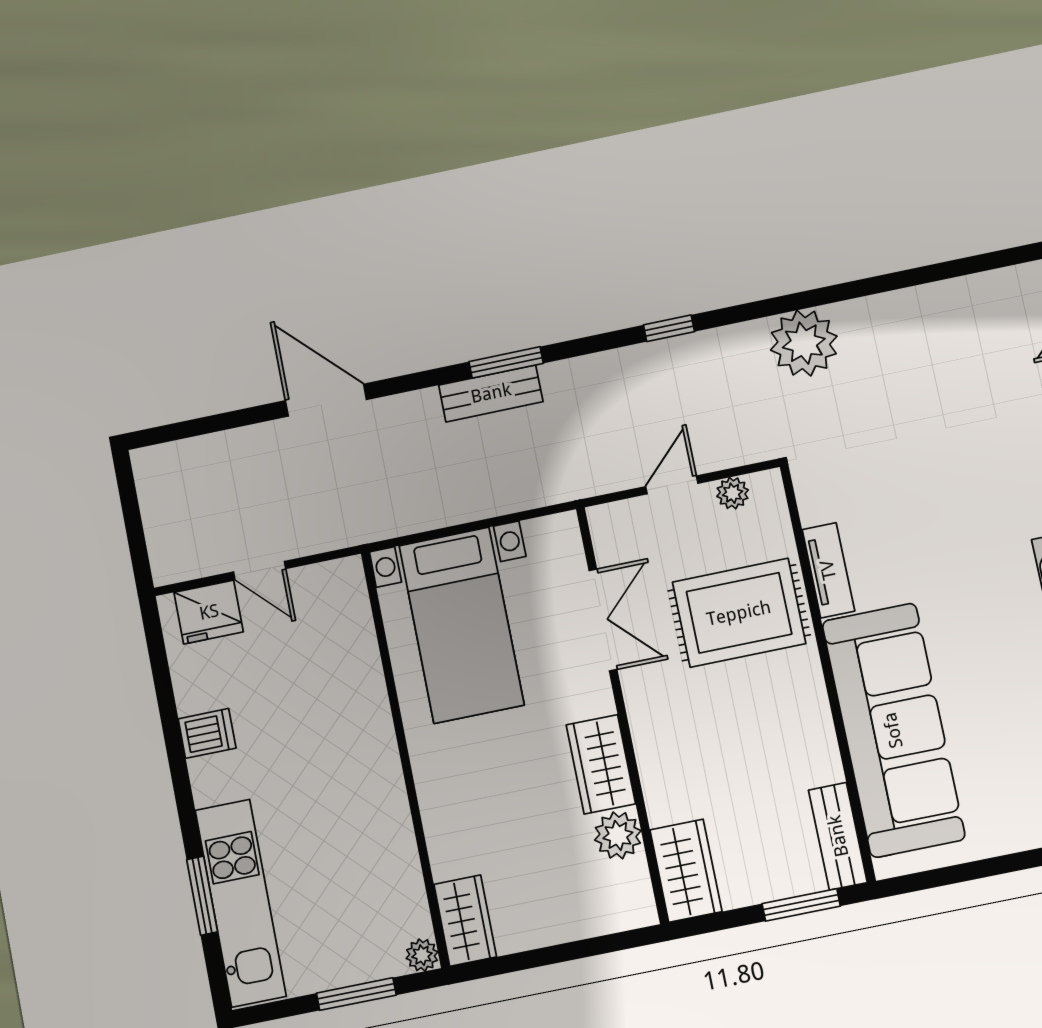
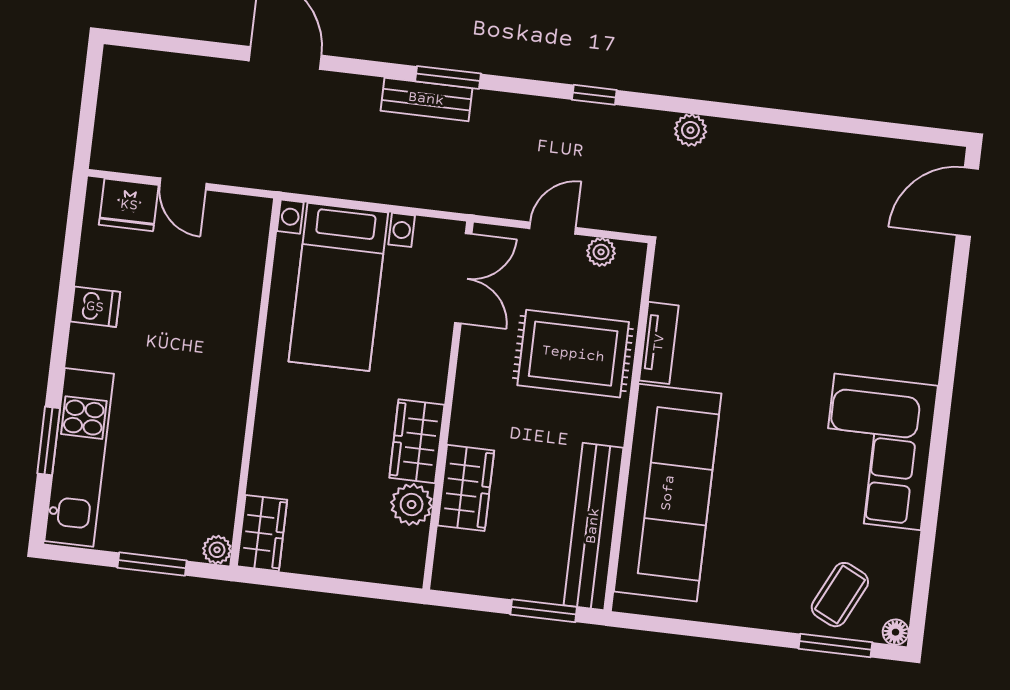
plant: (804, 343) -> (690, 130), width x0.53, depth x0.53
double door: (603, 620) -> (463, 278), moved
bench: (838, 836) -> (593, 526), width x1.86, depth x1.21
wardrobe: (686, 871) -> (466, 488), moved

